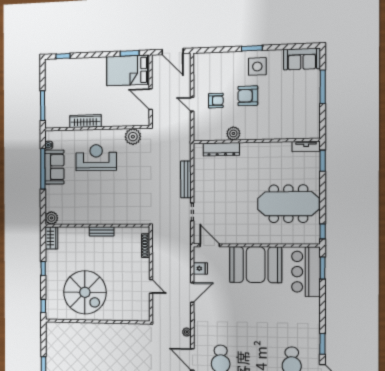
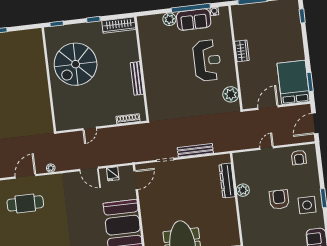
armchair: (216, 101) -> (299, 157), moved
wardrobe: (85, 121) -> (242, 51), width x0.67
plant: (51, 218) -> (169, 19), moved
bench: (102, 231) -> (137, 78), width x1.36
wardrobe: (51, 238) -> (119, 25), width x1.50

